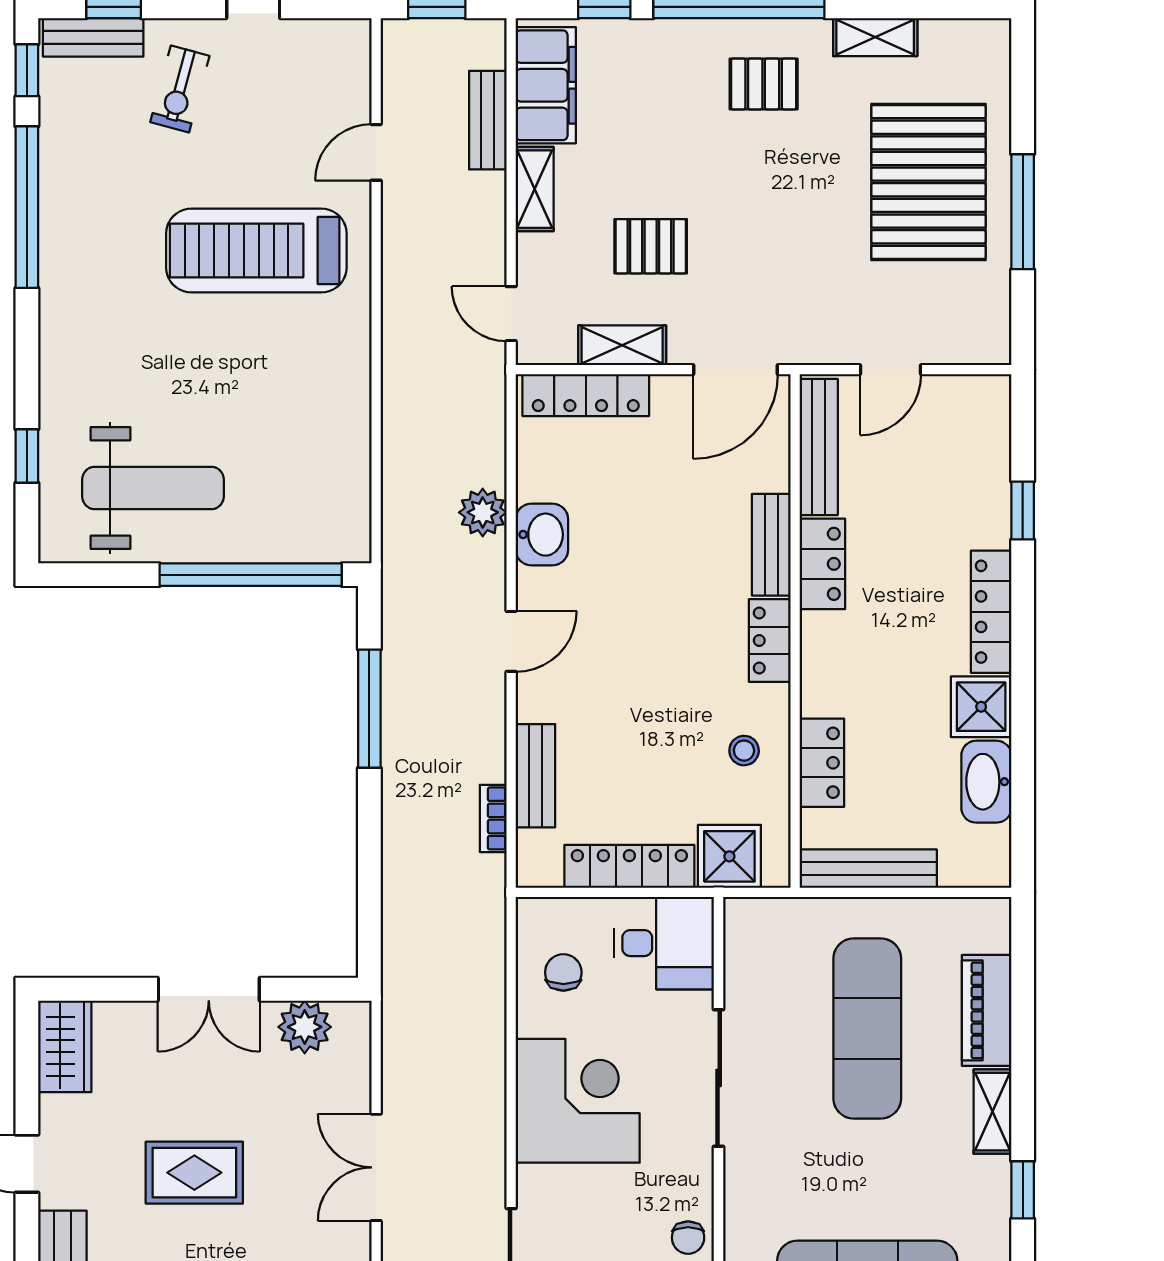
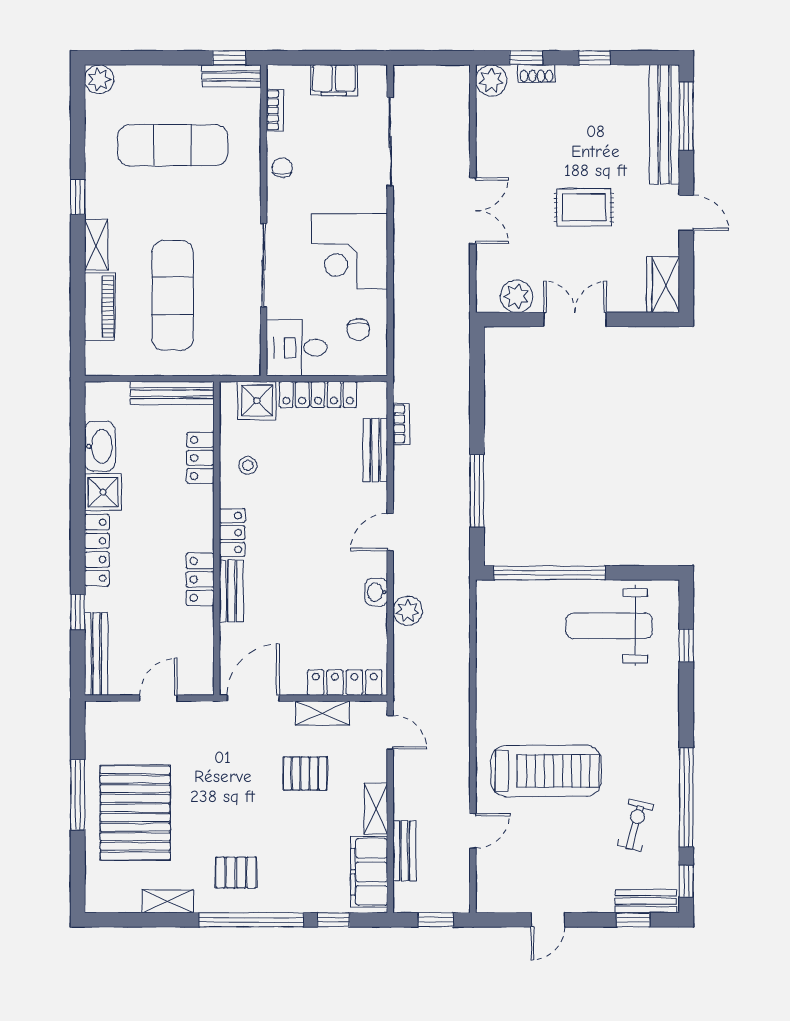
exercise bike: (180, 89) -> (635, 825), moved
bench: (819, 447) -> (96, 654), moved
washbasin: (542, 535) -> (376, 592), width x0.72, depth x0.69

